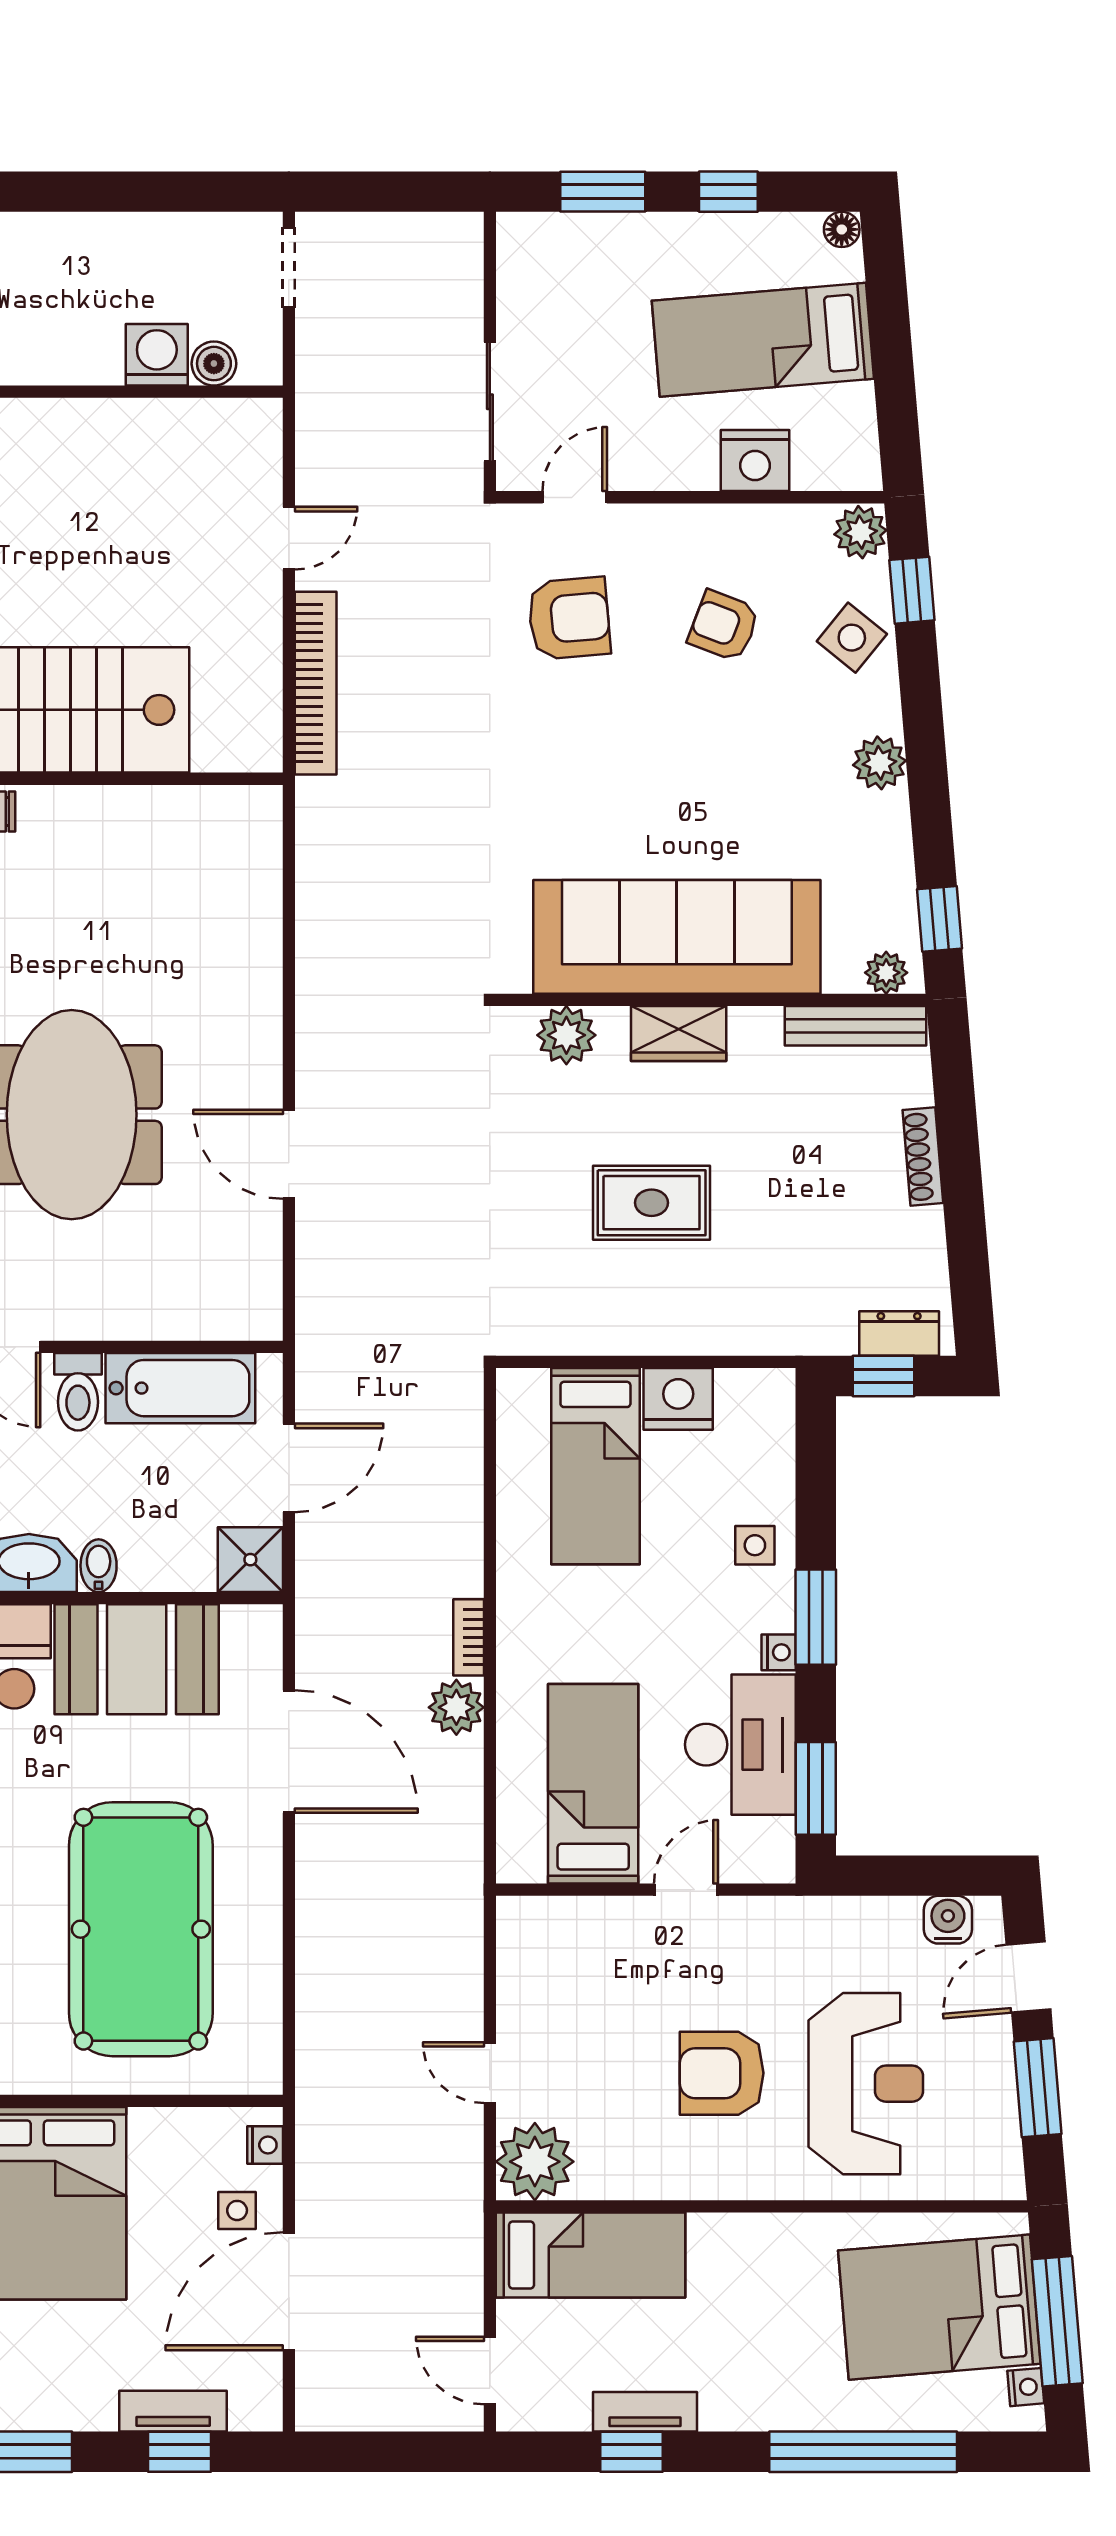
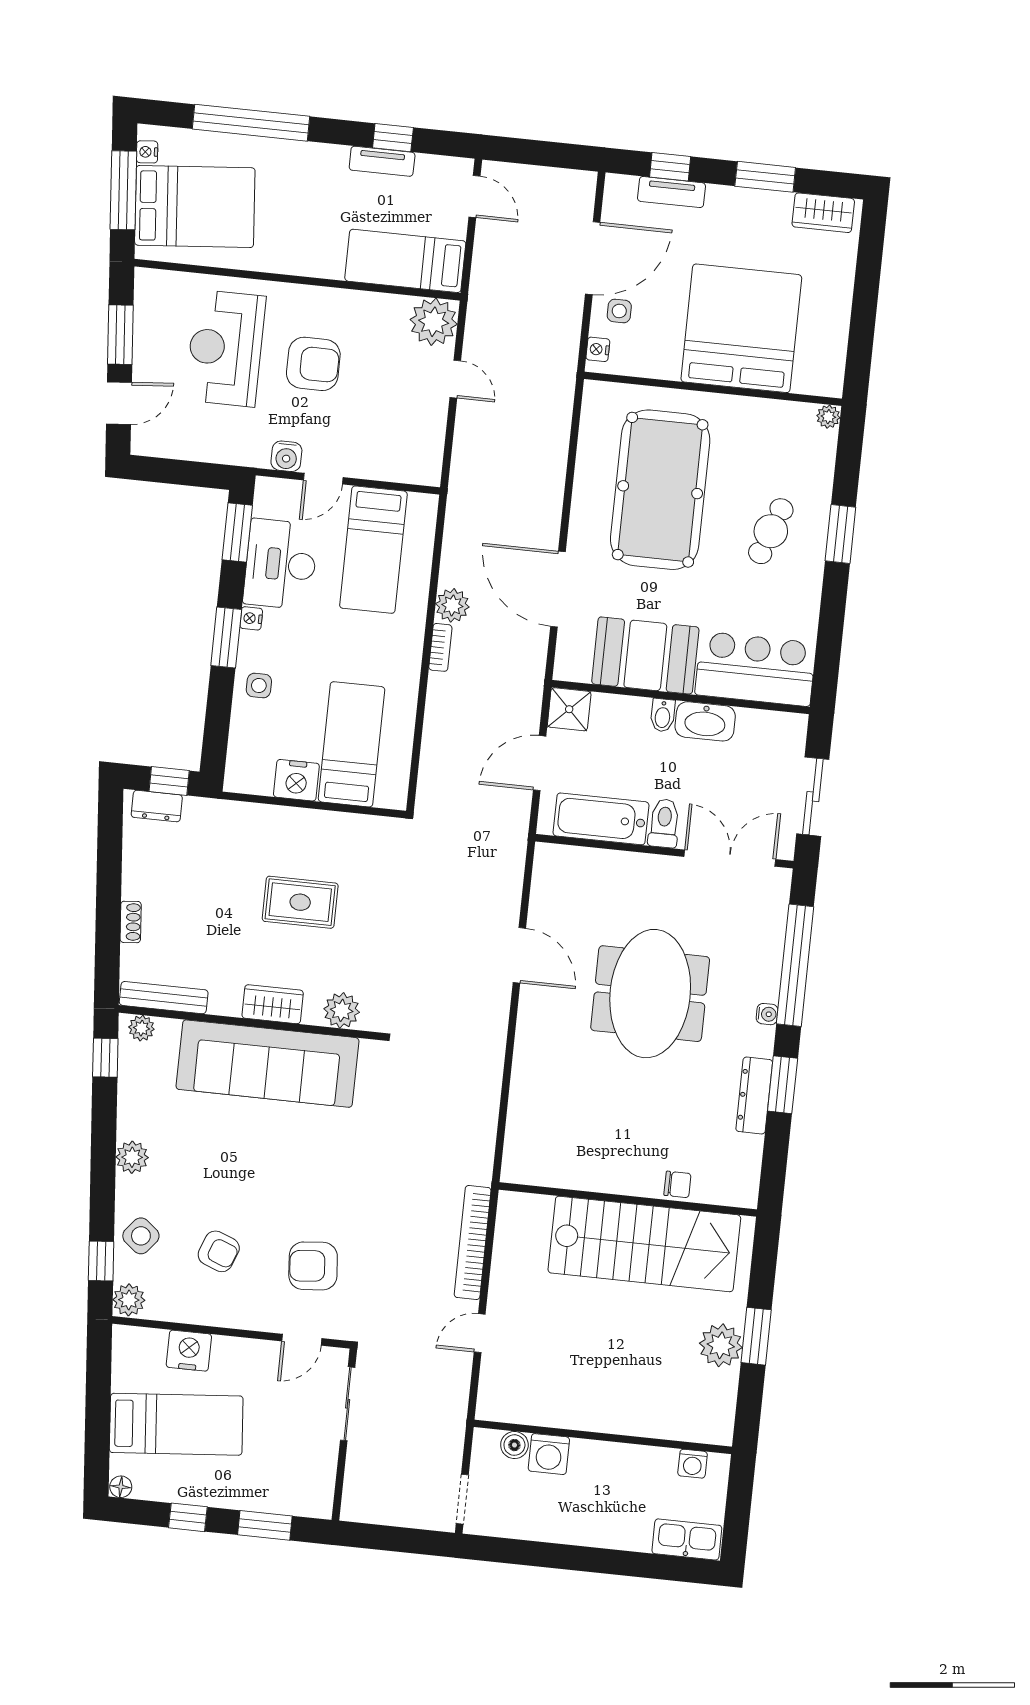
shoe rack: (923, 1157) -> (131, 922), width x0.70
water cooler: (948, 1920) -> (286, 456), moved

